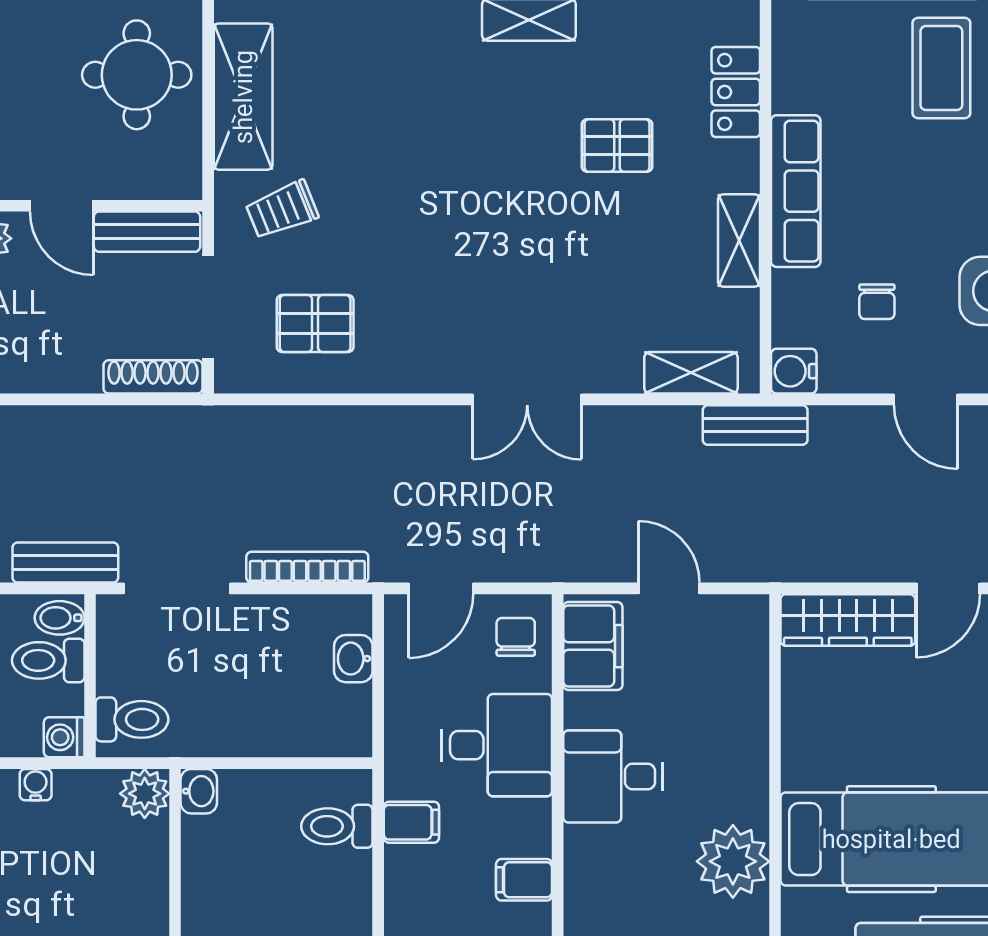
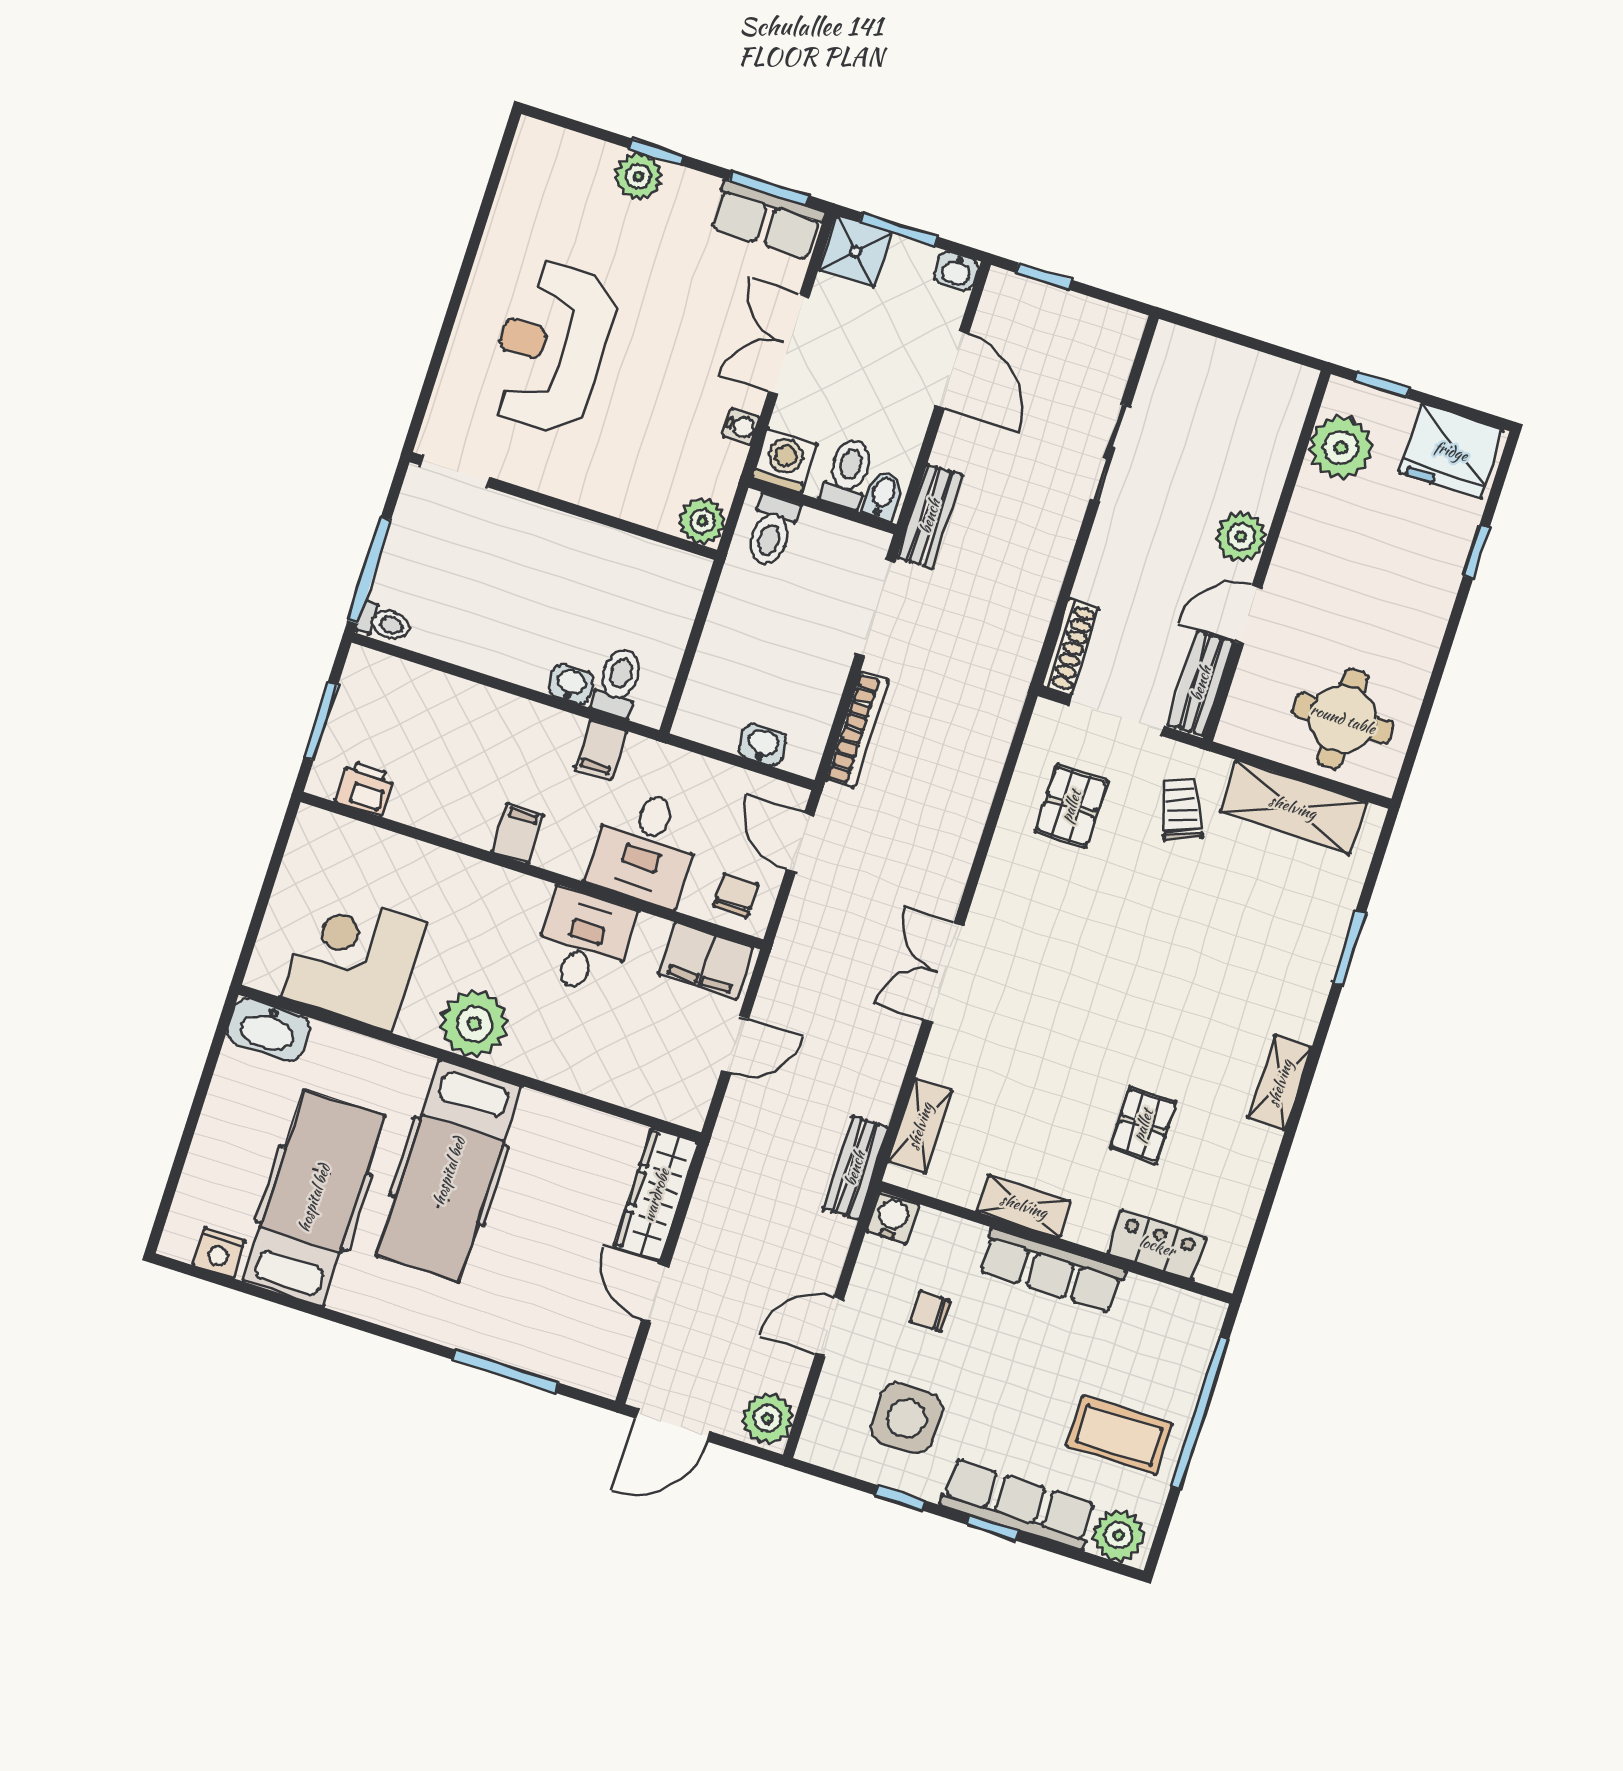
chair: (516, 637) -> (736, 895), turned -90
washing machine: (64, 737) -> (784, 461), width x1.38, depth x1.38
washbasin: (199, 791) -> (571, 684), moved, turned 180

